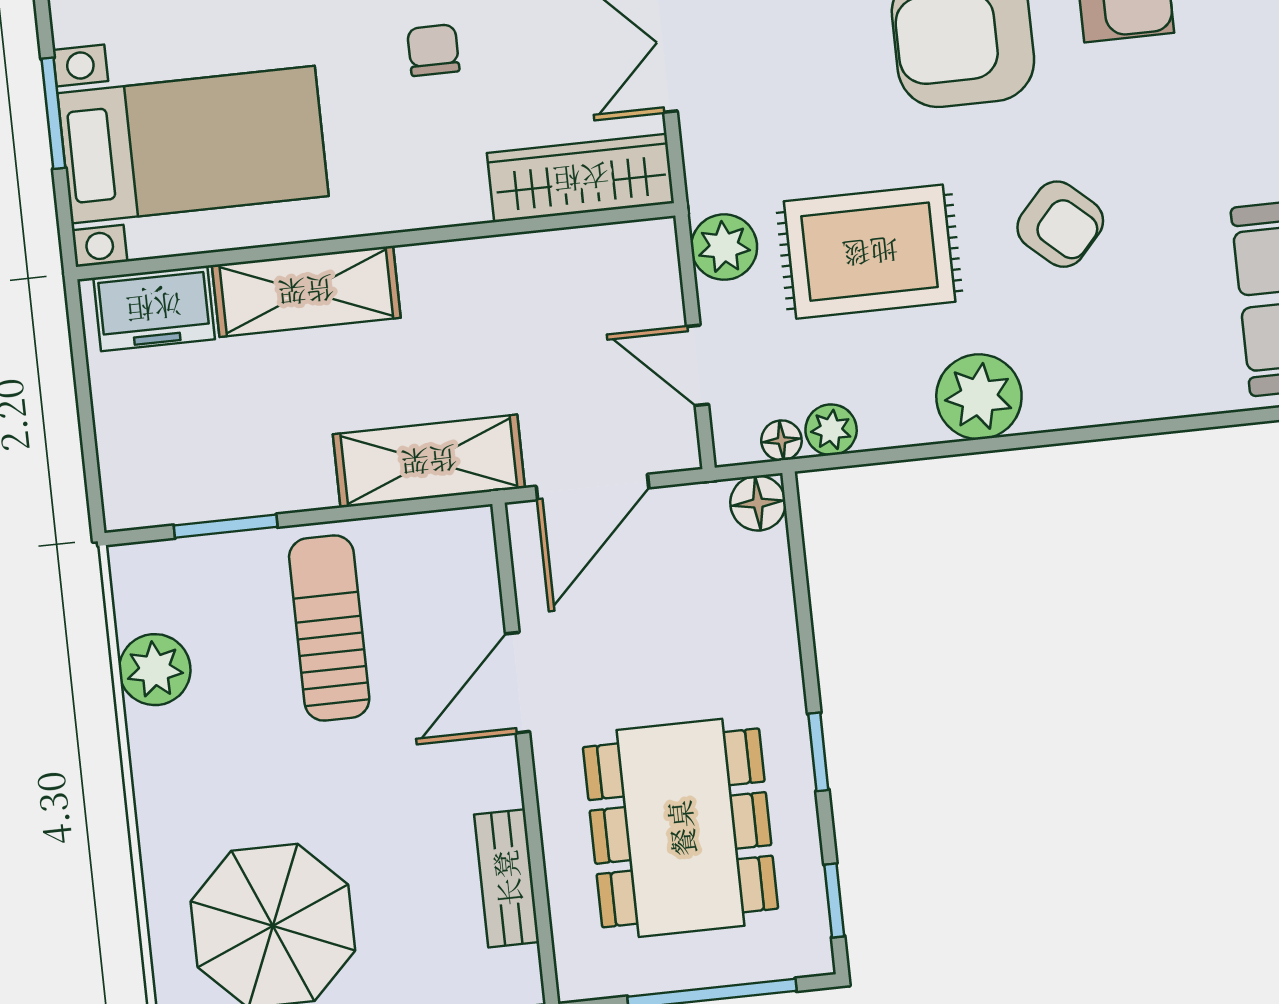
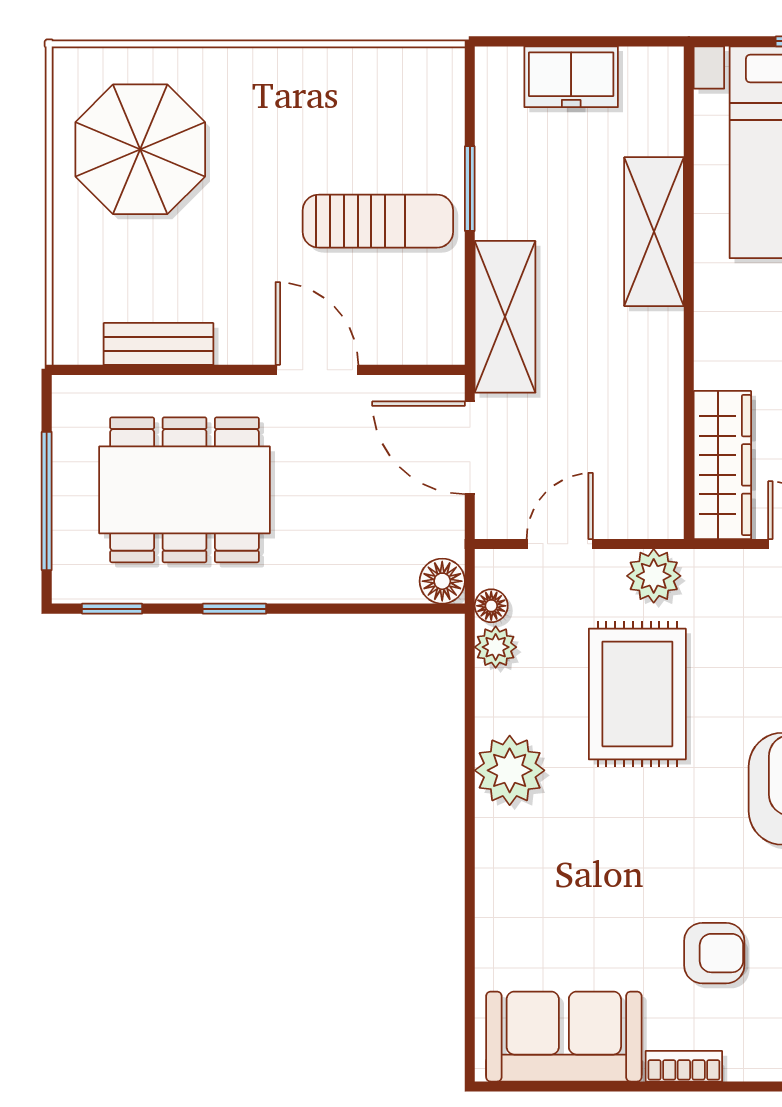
armchair: (1060, 224) -> (714, 953), moved, turned -132
freezer: (154, 308) -> (571, 77), moved, turned -90
window: (226, 526) -> (470, 189), moved
plant: (155, 670) -> (359, 75), removed

